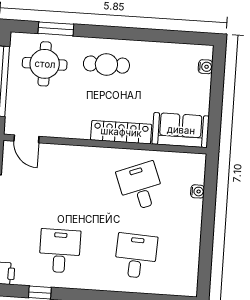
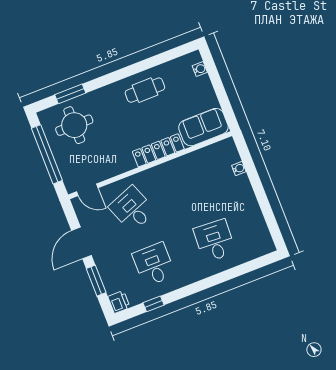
cafe table: (106, 65) -> (145, 90), moved
desk: (140, 186) -> (132, 209), moved

